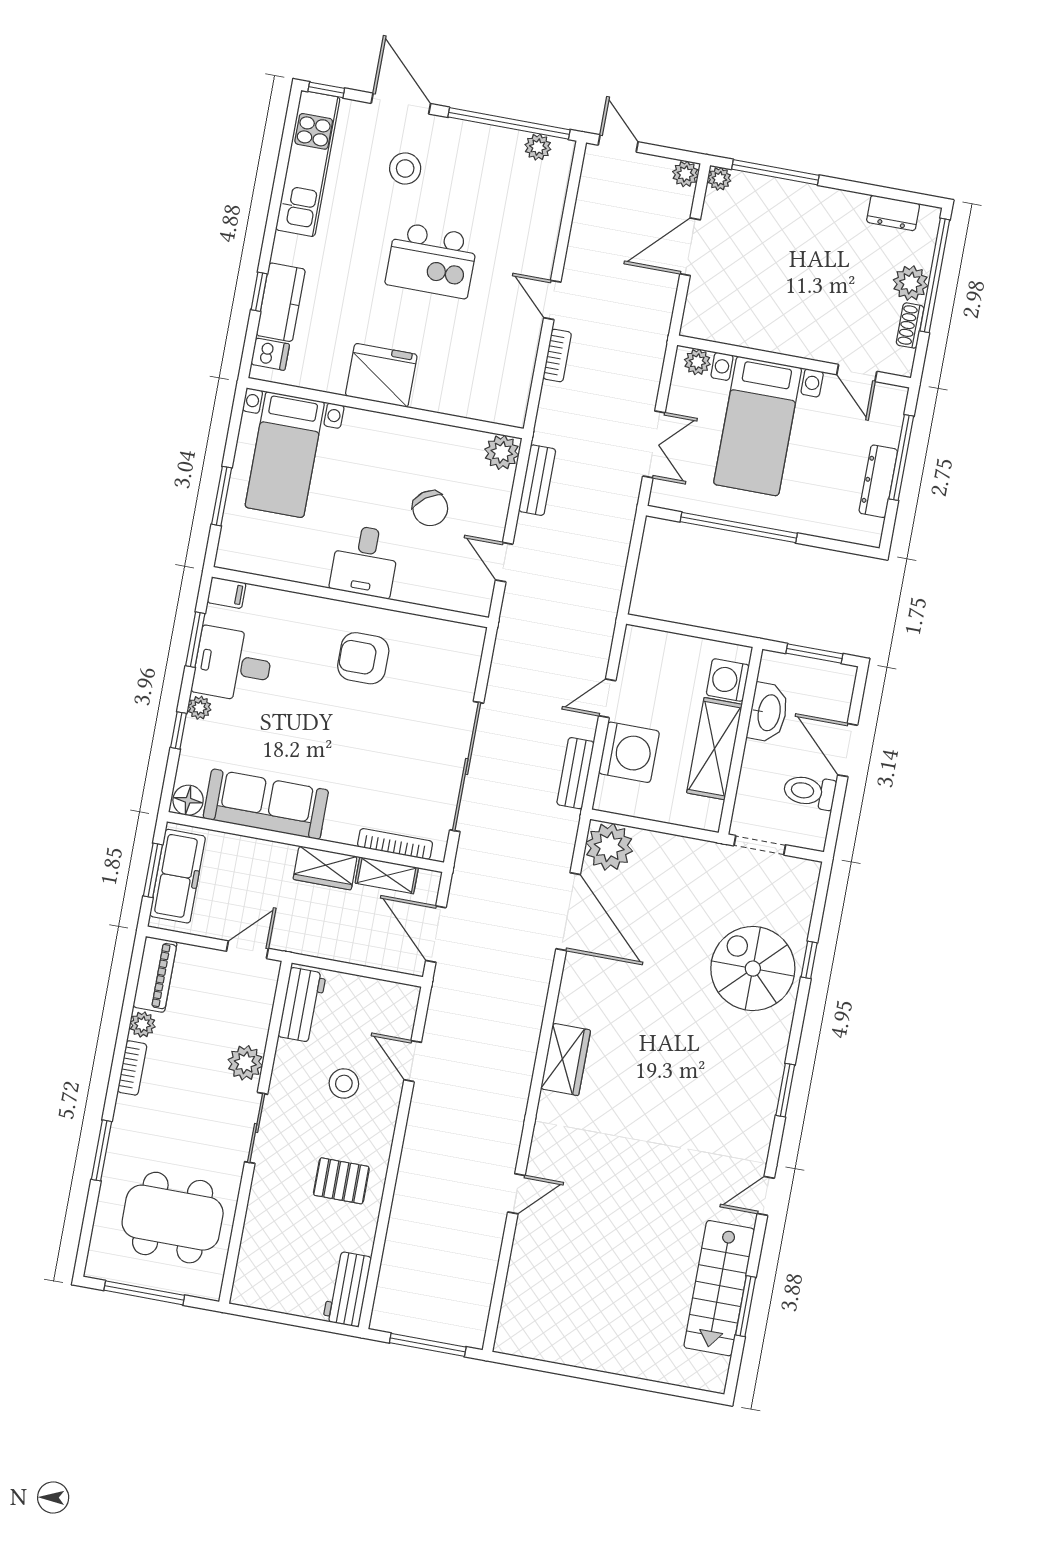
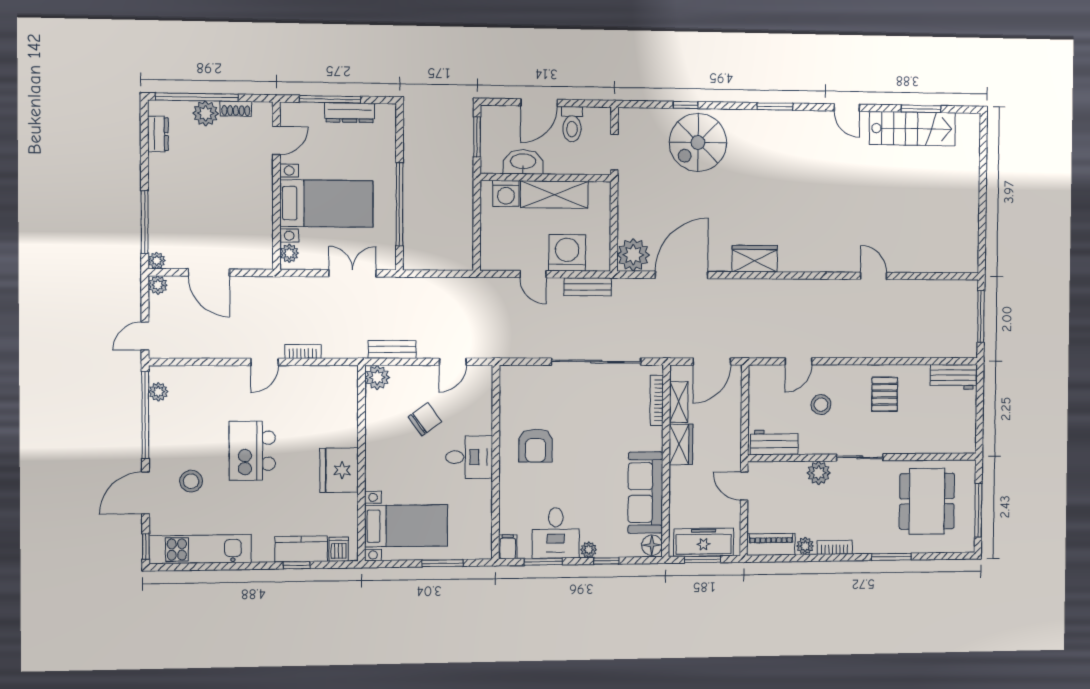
kitchen island: (432, 260) -> (252, 451), turned 180
wardrobe: (566, 1059) -> (755, 259), moved

